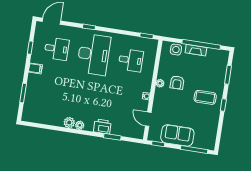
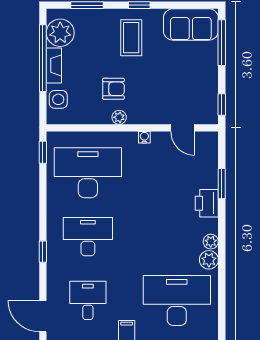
desk: (94, 54) -> (88, 237), width x0.73, depth x0.77
plant: (214, 57) -> (60, 33), added
desk: (131, 60) -> (88, 173), width x1.87, depth x1.30
desk: (49, 100) -> (177, 300), added
door: (148, 119) -> (183, 128), hinge flipped
sofa: (177, 135) -> (191, 24), moved, turned -90

